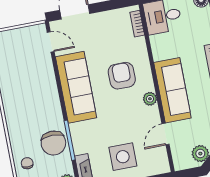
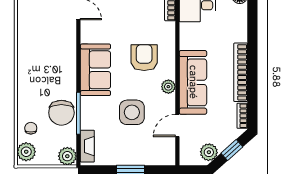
sofa: (76, 87) -> (95, 70), width x0.73
side table: (123, 157) -> (132, 112), moved

